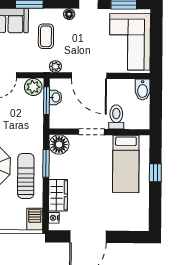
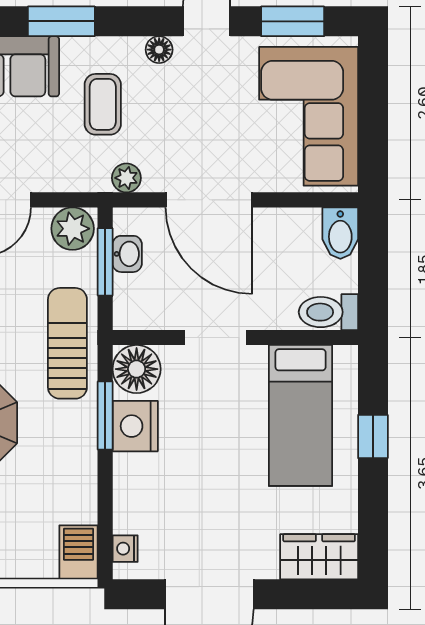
toilet: (116, 117) -> (328, 312), moved, turned -90
nightstand: (58, 168) -> (135, 426), added
sun lounger: (26, 176) -> (67, 343), moved
wardrobe: (58, 195) -> (319, 557), moved, turned -90

